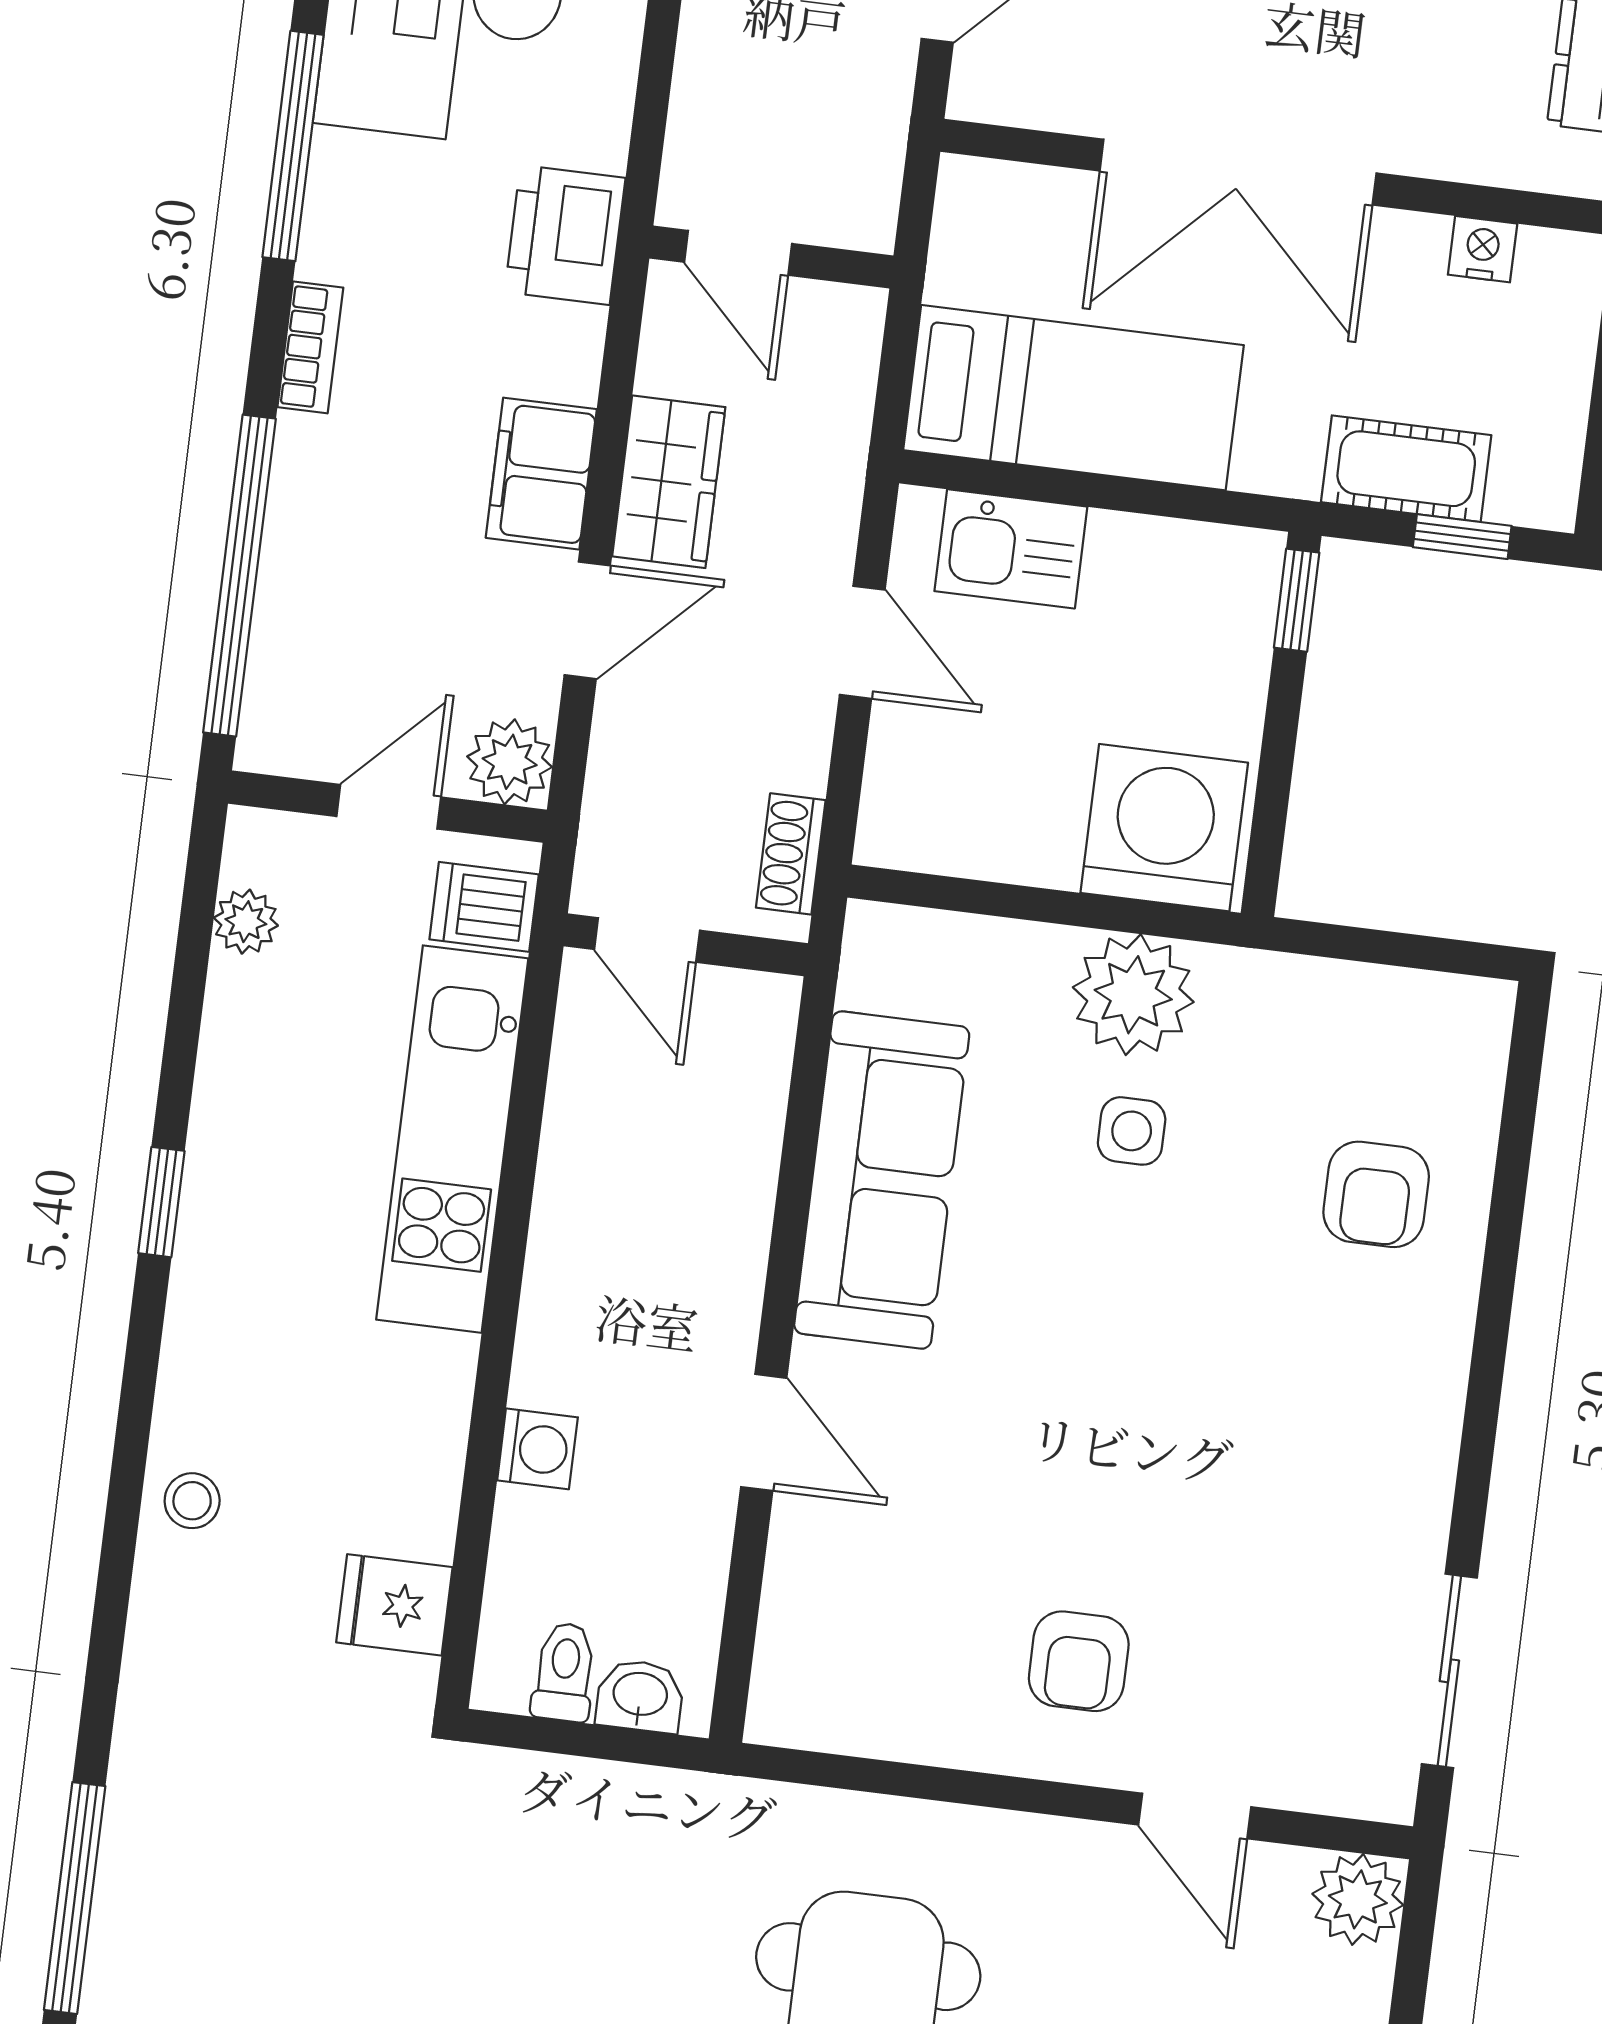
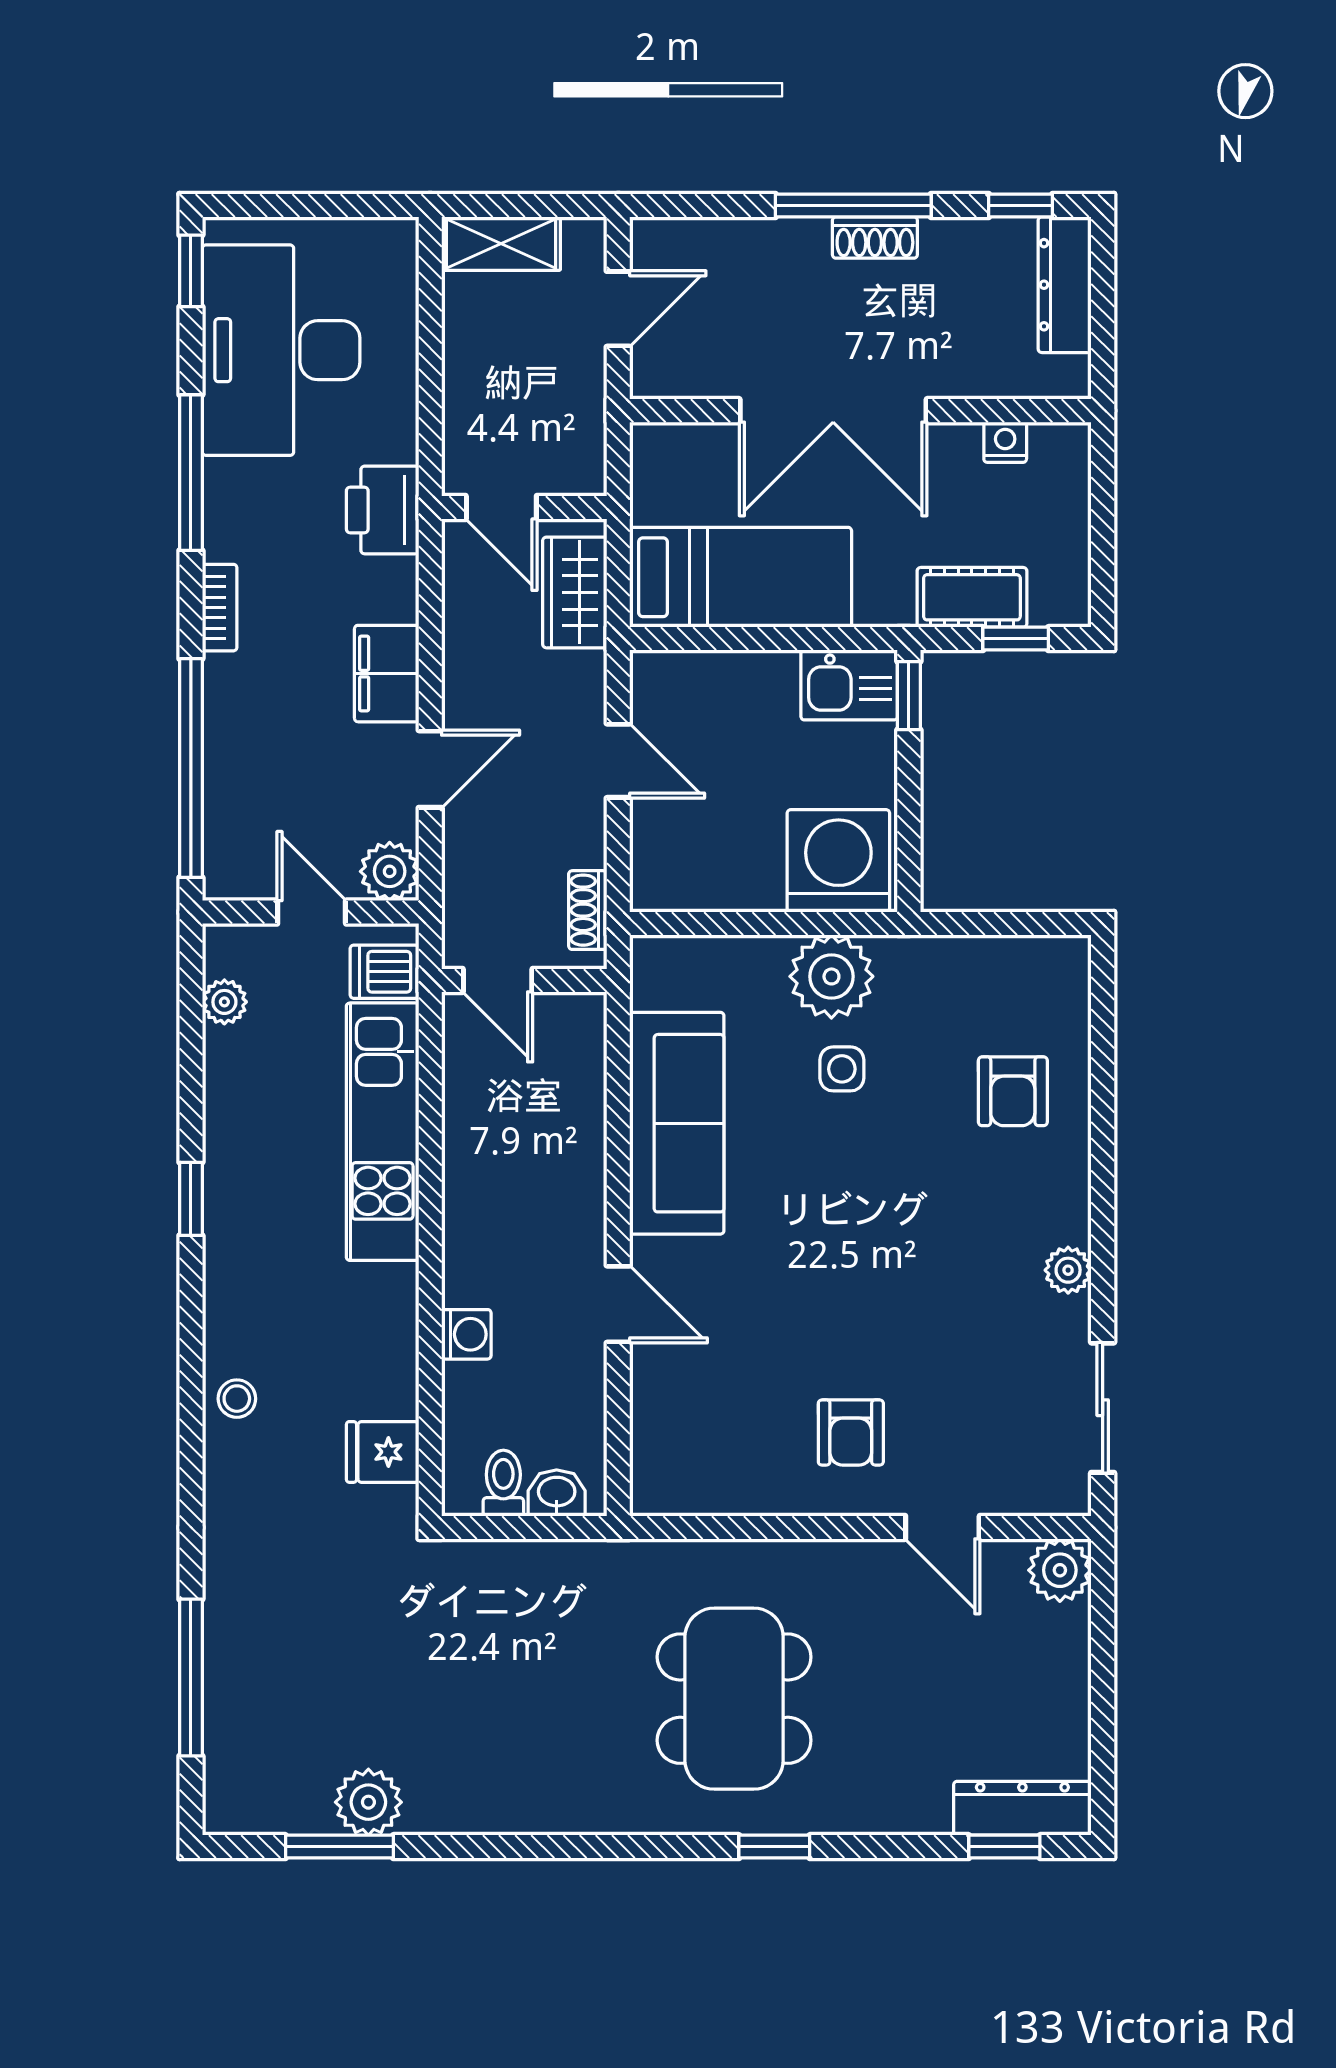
wardrobe: (669, 482) -> (575, 592), moved, turned 180
kitchen sink: (1011, 549) -> (849, 685), moved
door: (389, 807) -> (312, 912), hinge flipped
plant: (1424, 1465) -> (1068, 1270), added

